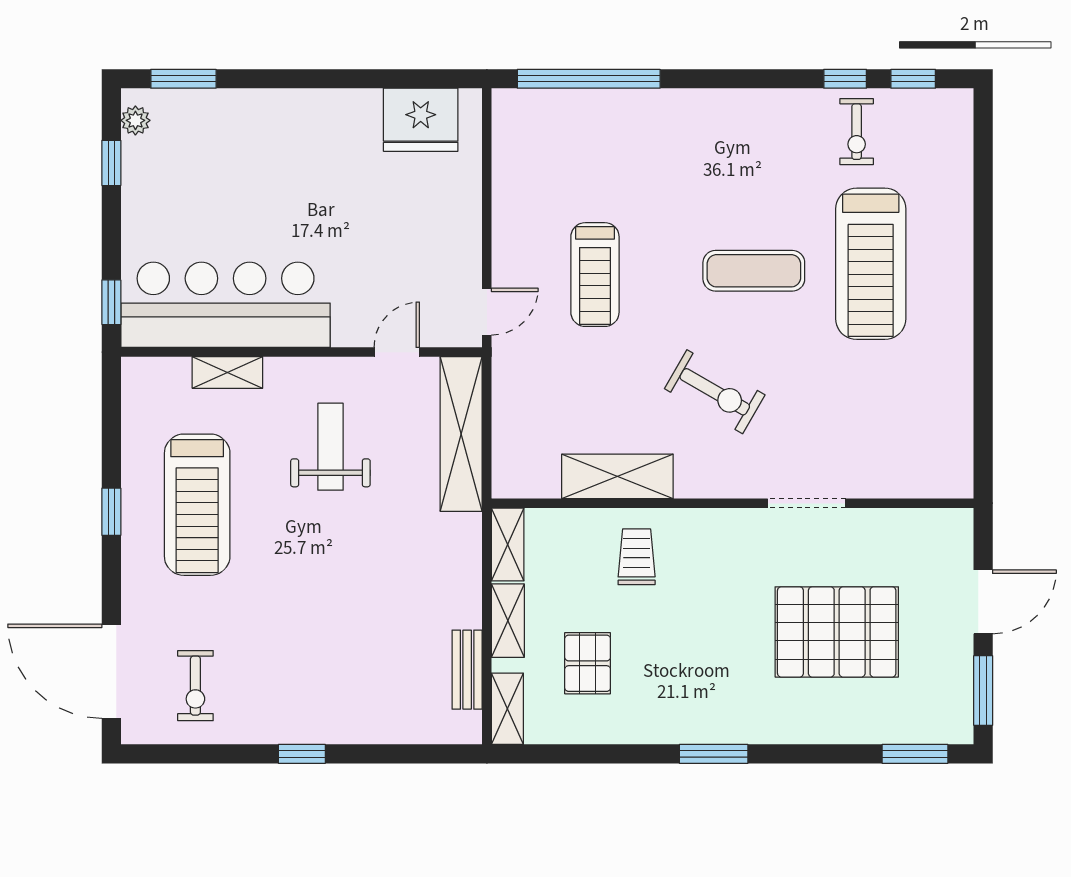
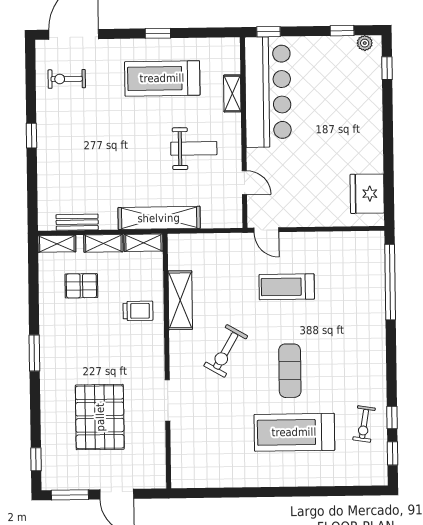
window: (183, 79) -> (387, 68), width x0.67
exercise bike: (857, 132) -> (364, 424), turned -81
shelving: (461, 434) -> (159, 218), moved
window: (915, 754) -> (36, 459), width x0.67

